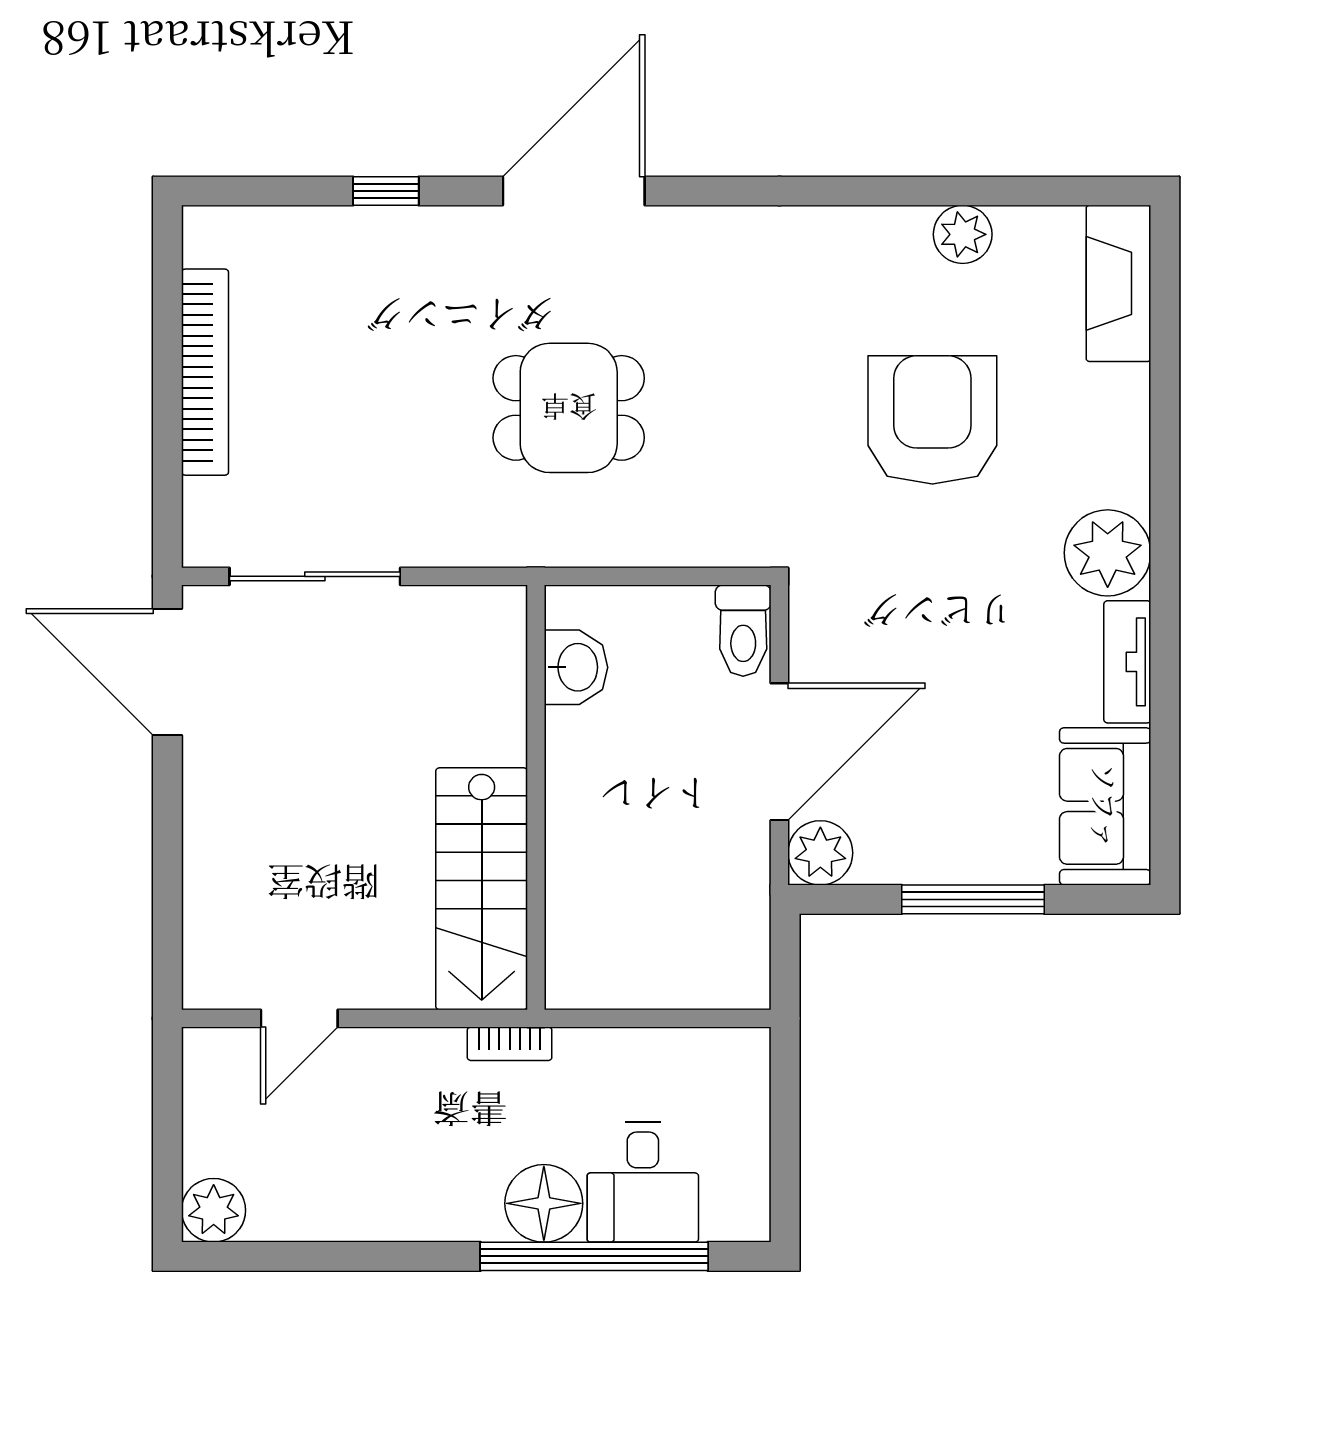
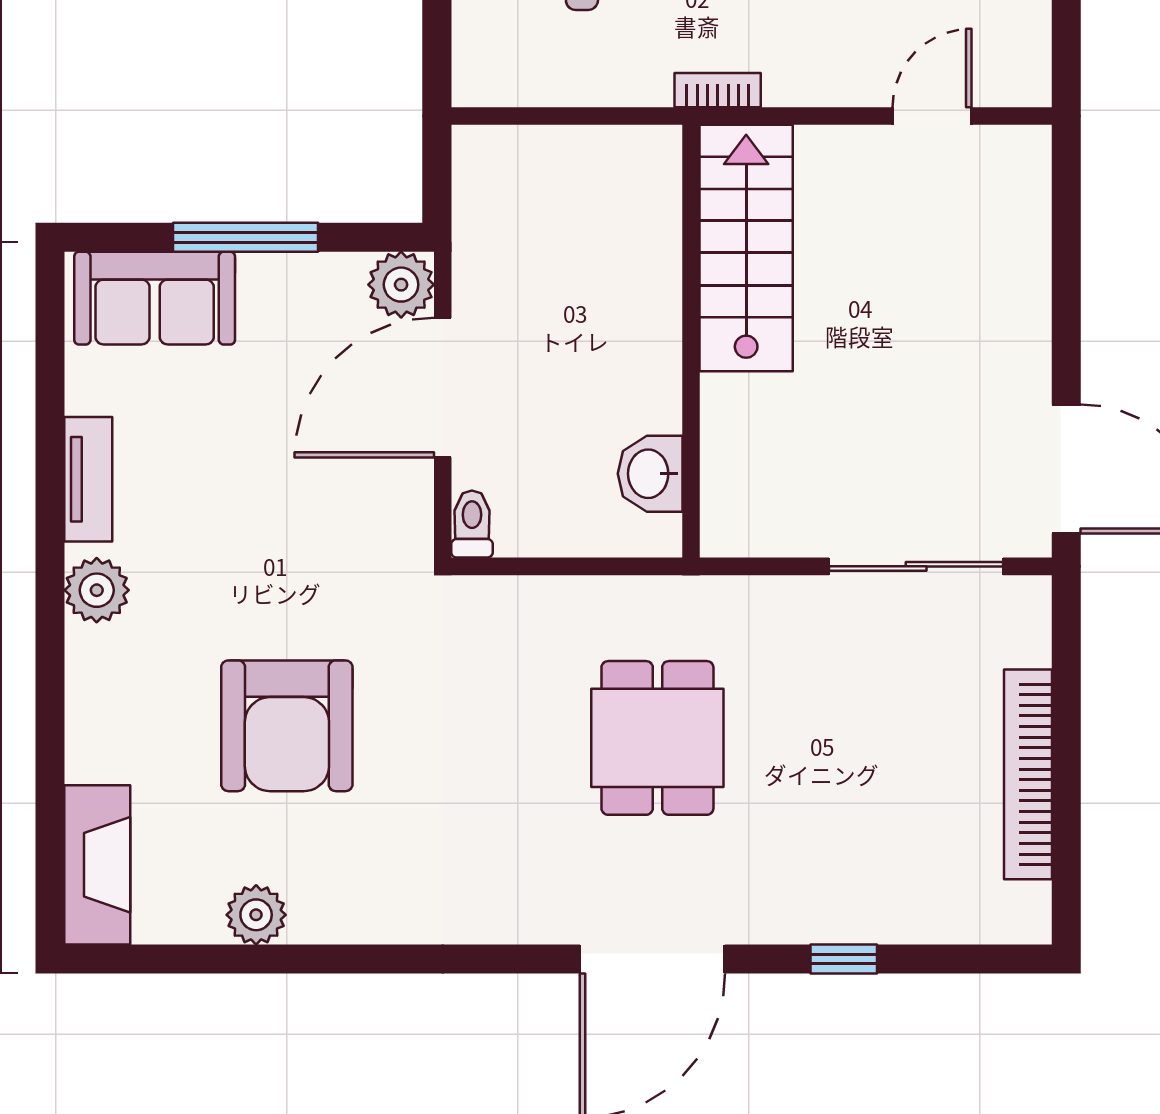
dining table: (569, 408) -> (657, 738), turned 90
plant: (1108, 553) -> (97, 590), width x0.73, depth x0.73
toilet: (743, 631) -> (472, 524), width x0.73, depth x0.72
sofa: (1105, 806) -> (155, 298), moved, turned 90

